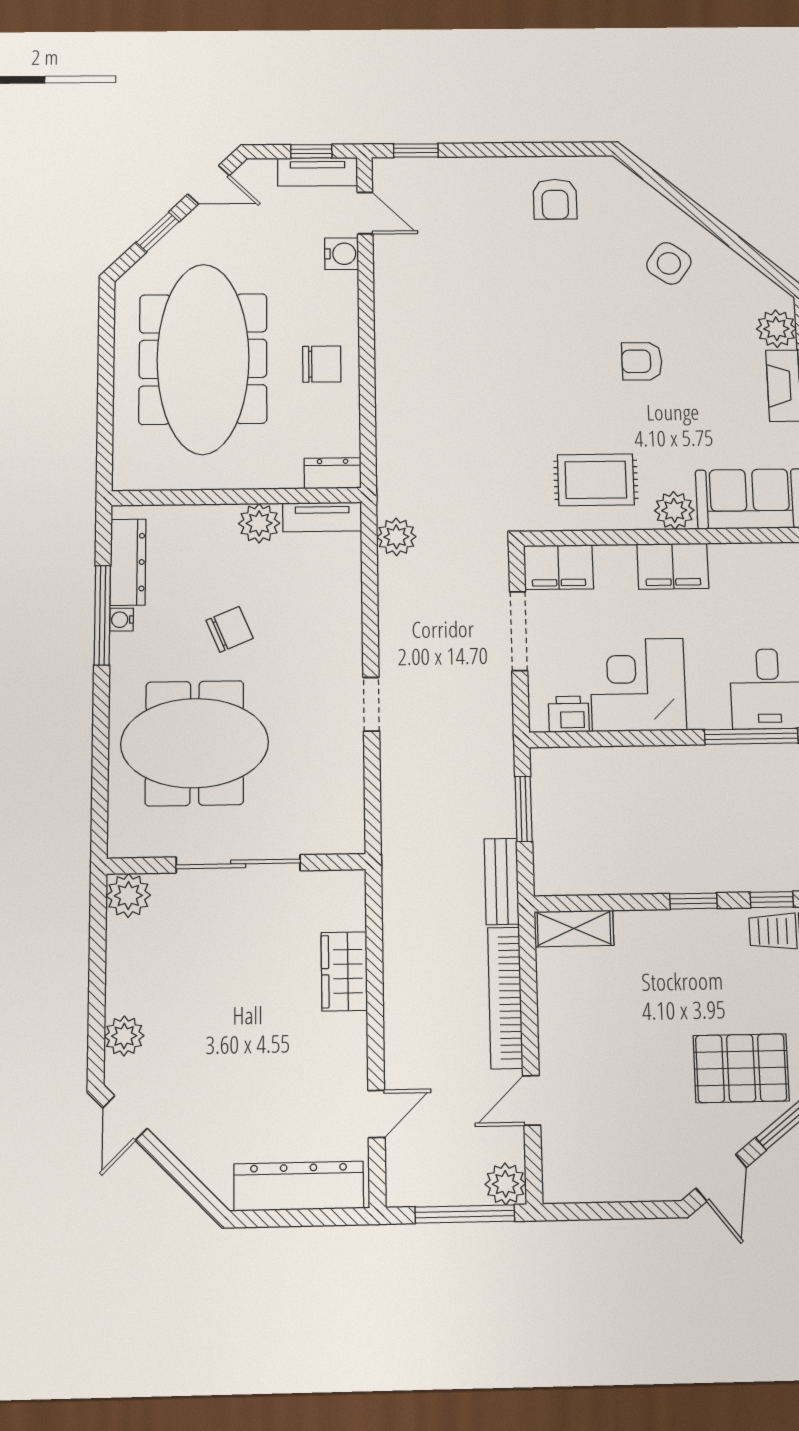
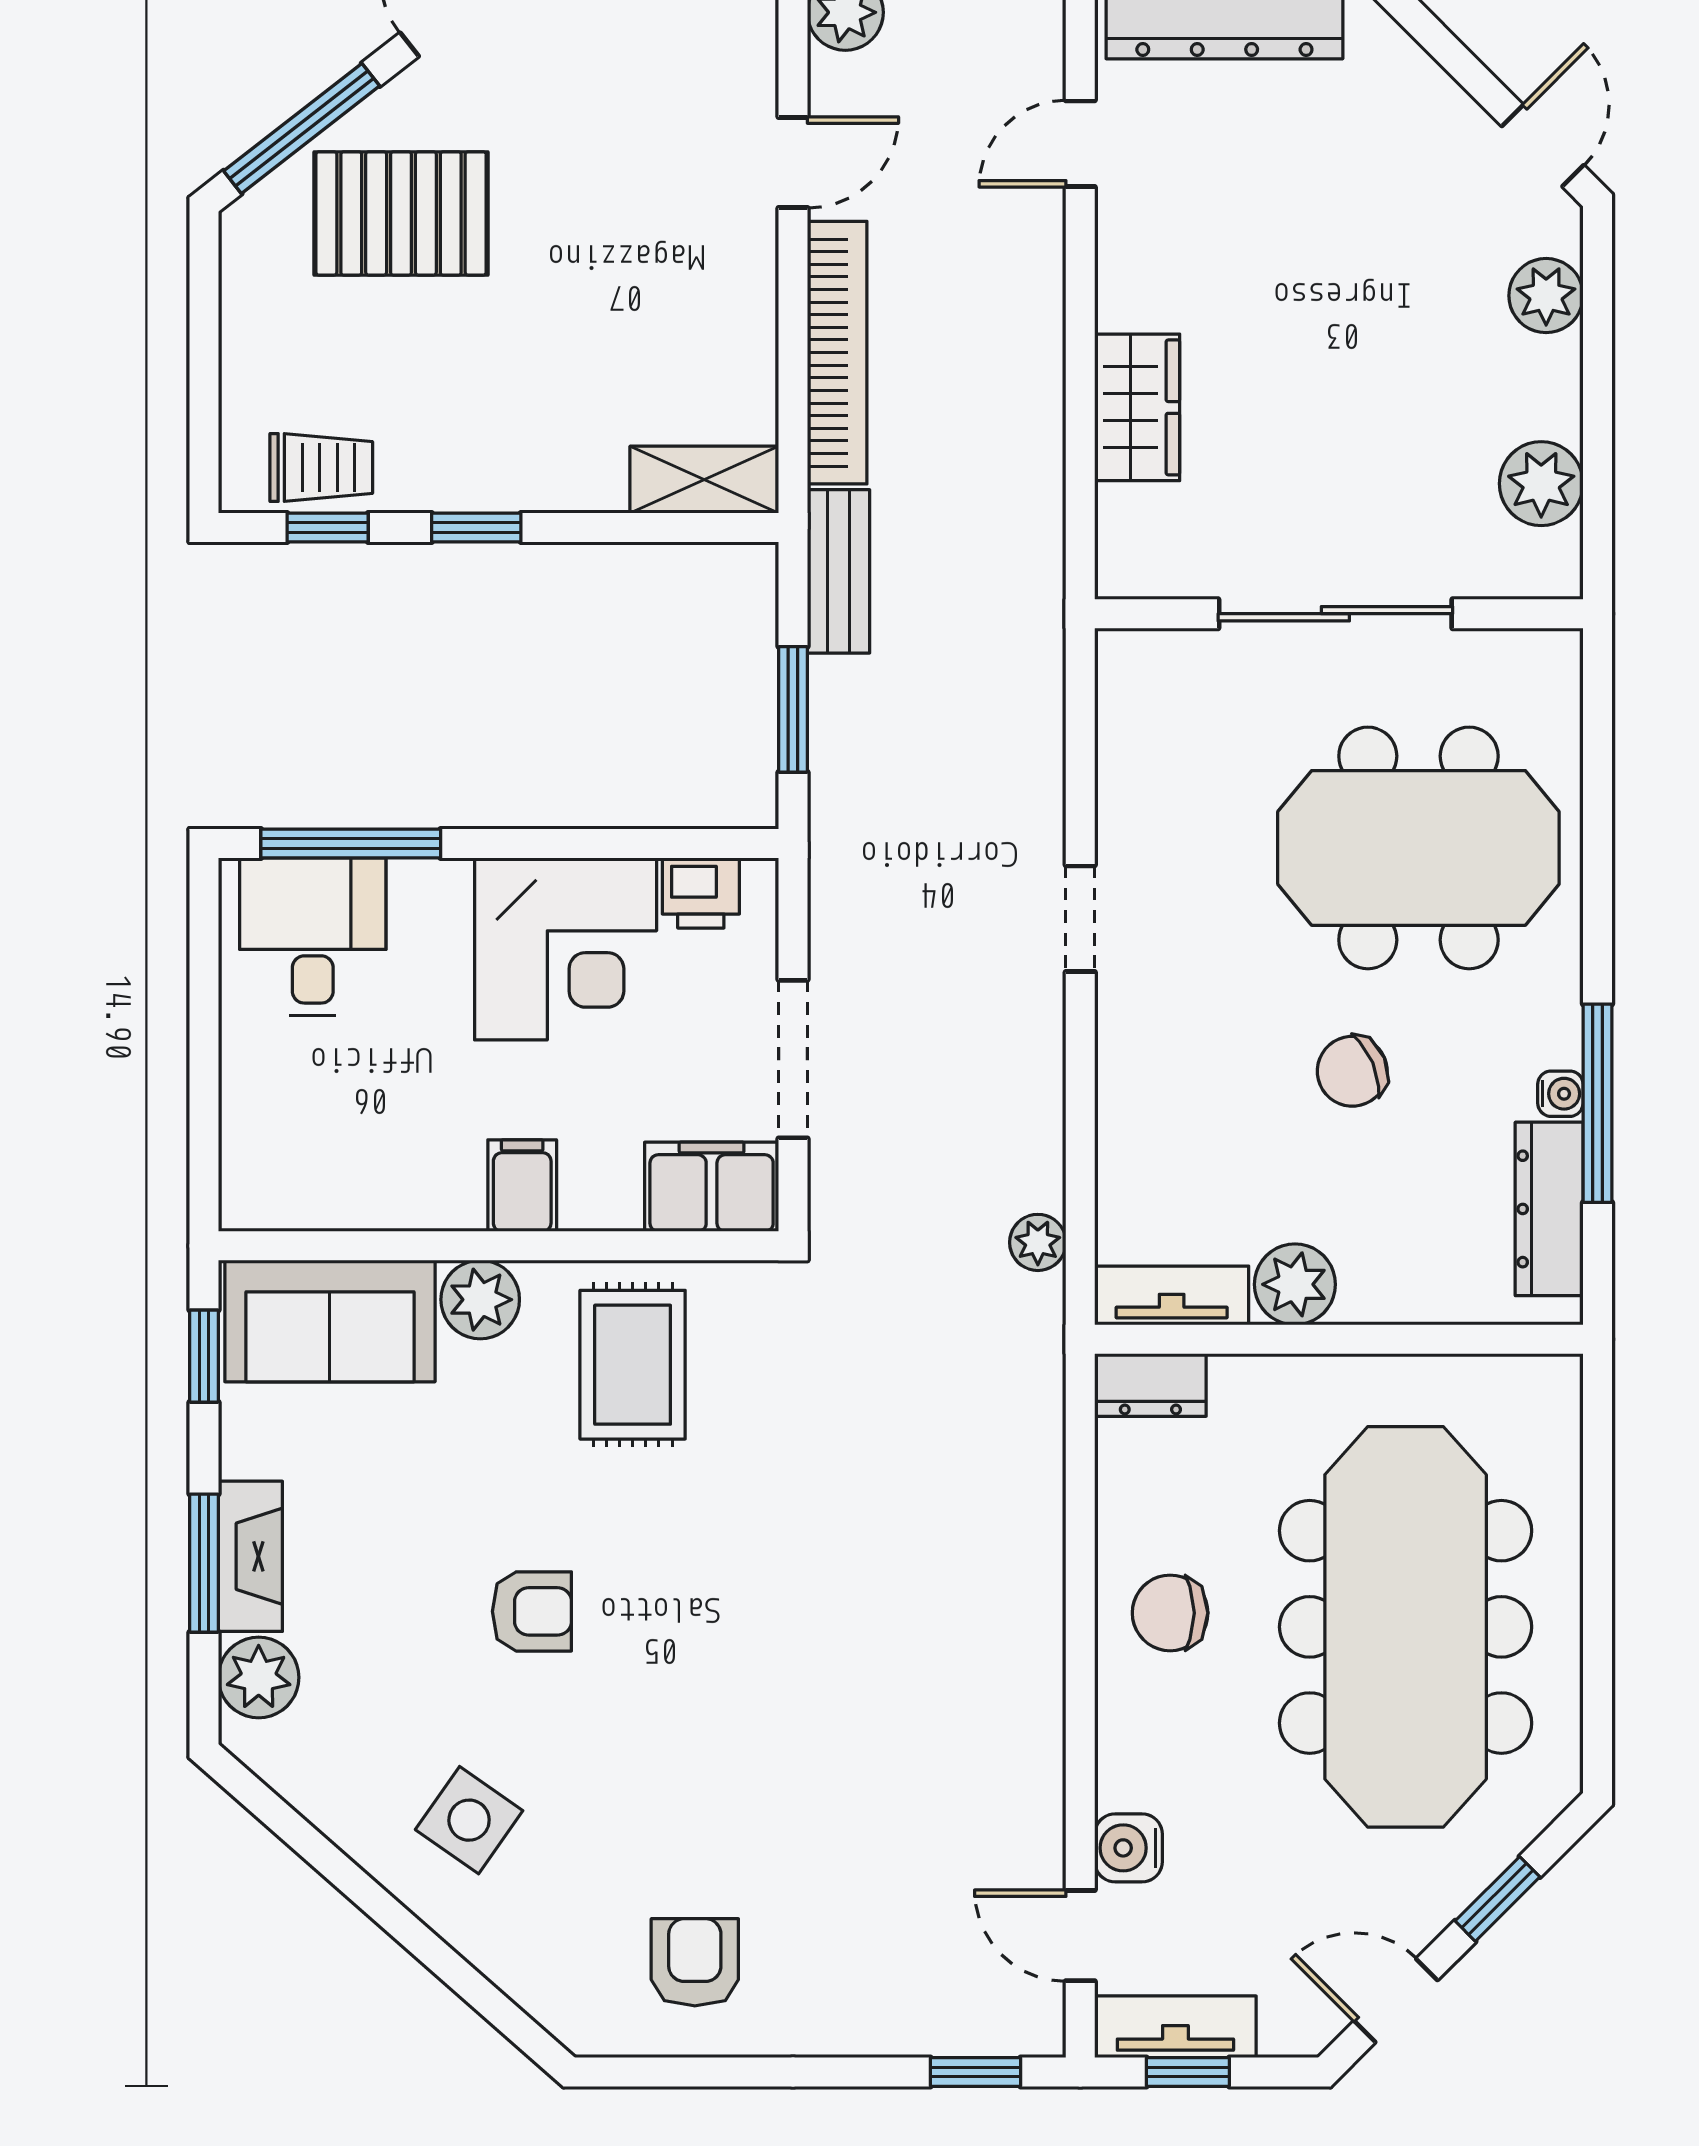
rug: (596, 480) -> (633, 1365), turned 90
plant: (396, 537) -> (1038, 1242), width x0.73, depth x0.73
filing cabinet: (673, 566) -> (522, 1186), width x0.50
plant: (128, 896) -> (1541, 484), moved

